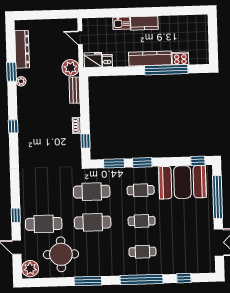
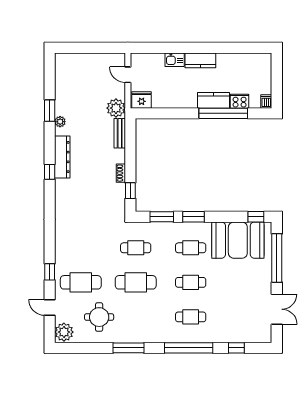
dresser: (22, 49) -> (62, 157), moved
kitchen counter: (150, 59) -> (214, 100), width x0.67
dishwasher: (107, 61) -> (266, 101), moved
cafe table: (92, 192) -> (136, 248), width x0.73, depth x0.74
round table: (61, 254) -> (99, 317), width x0.73, depth x0.73

